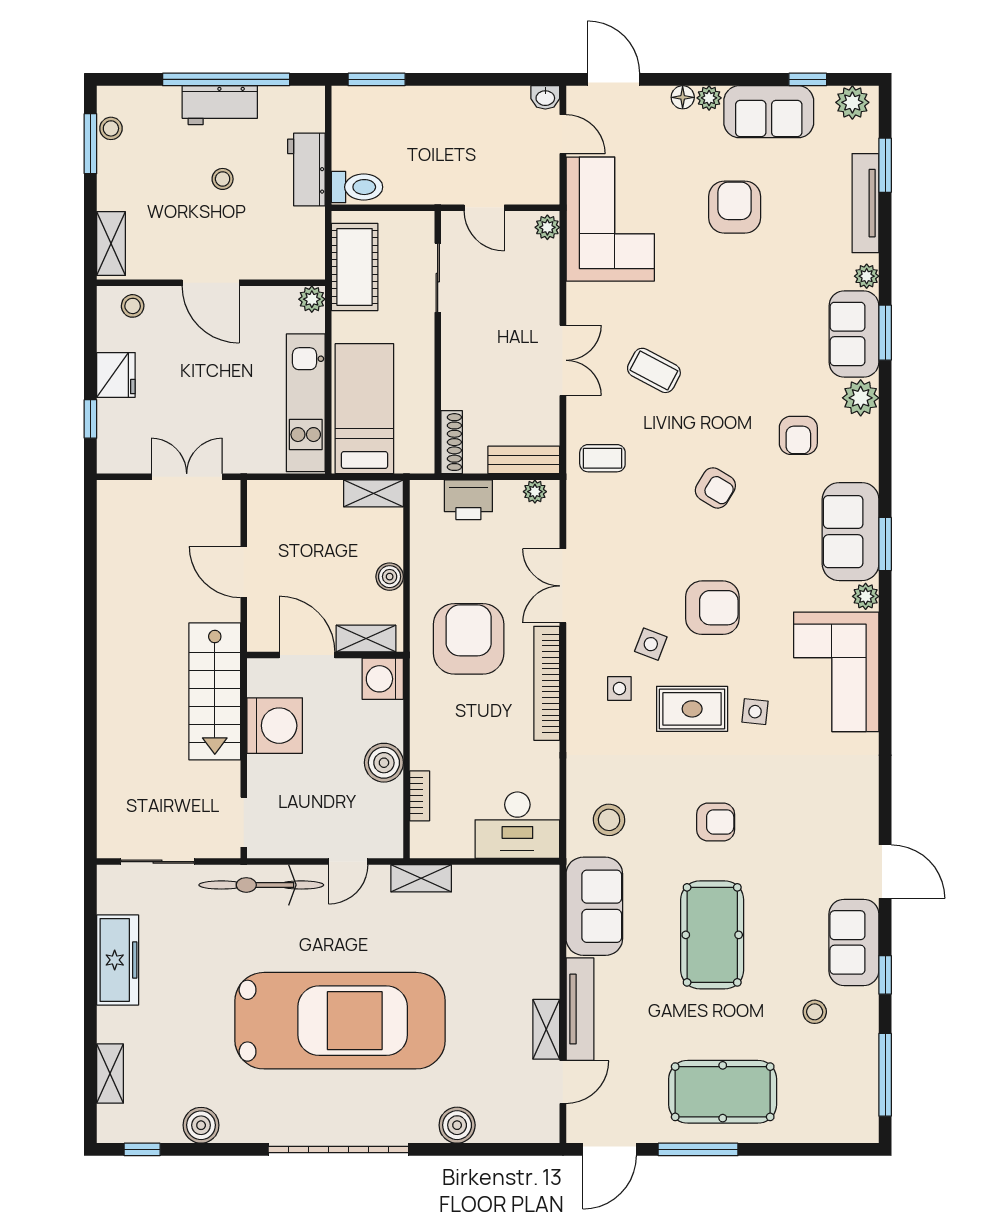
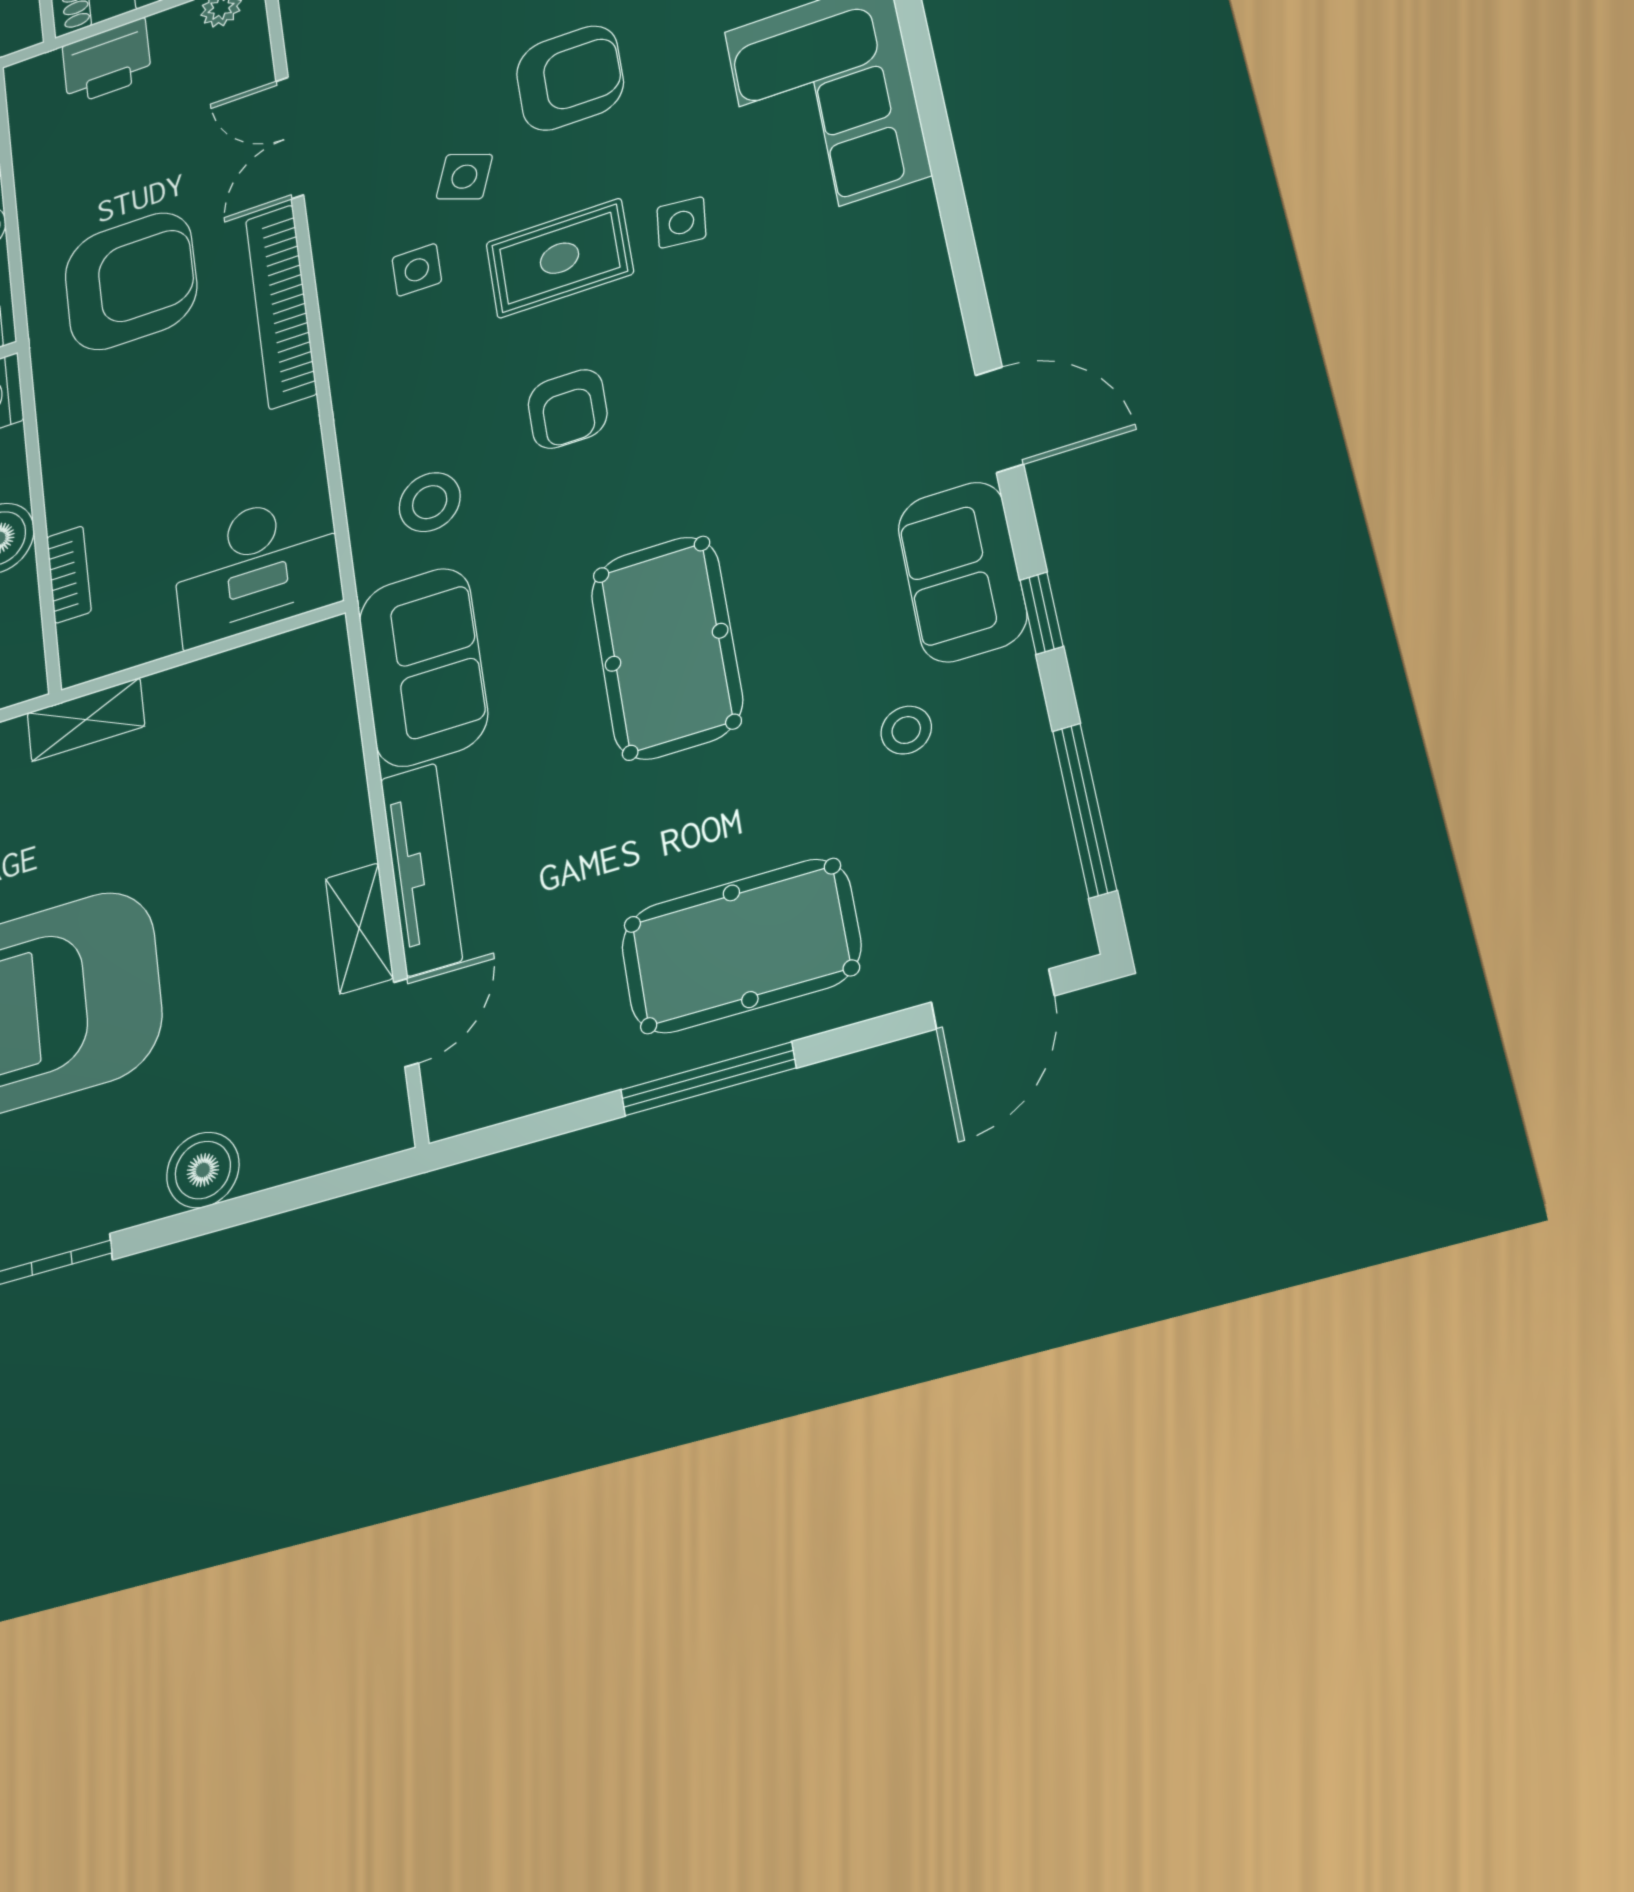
armchair: (469, 639) -> (131, 281), turned 90
armchair: (716, 822) -> (568, 409), moved, turned 90
door: (610, 1149) -> (993, 999), moved

